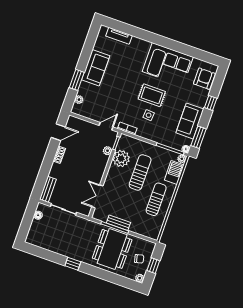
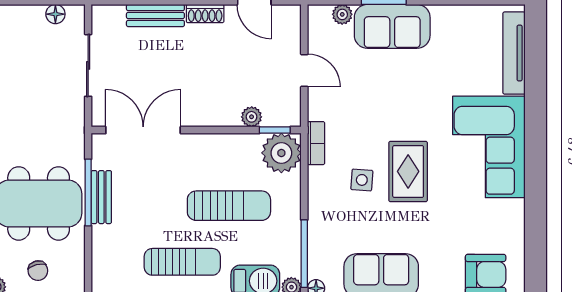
tv unit: (119, 36) -> (514, 53), width x1.41
corner sofa: (168, 64) -> (489, 147), moved
sofa: (96, 68) -> (392, 26), moved
door: (106, 126) -> (304, 71), moved
plant: (121, 159) -> (281, 153), moved
bench: (48, 189) -> (155, 15), moved
double door: (97, 196) -> (143, 130), width x1.37

